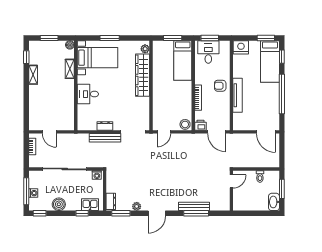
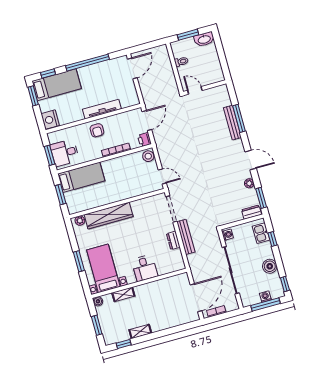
door: (49, 132) -> (196, 298), width x1.88

